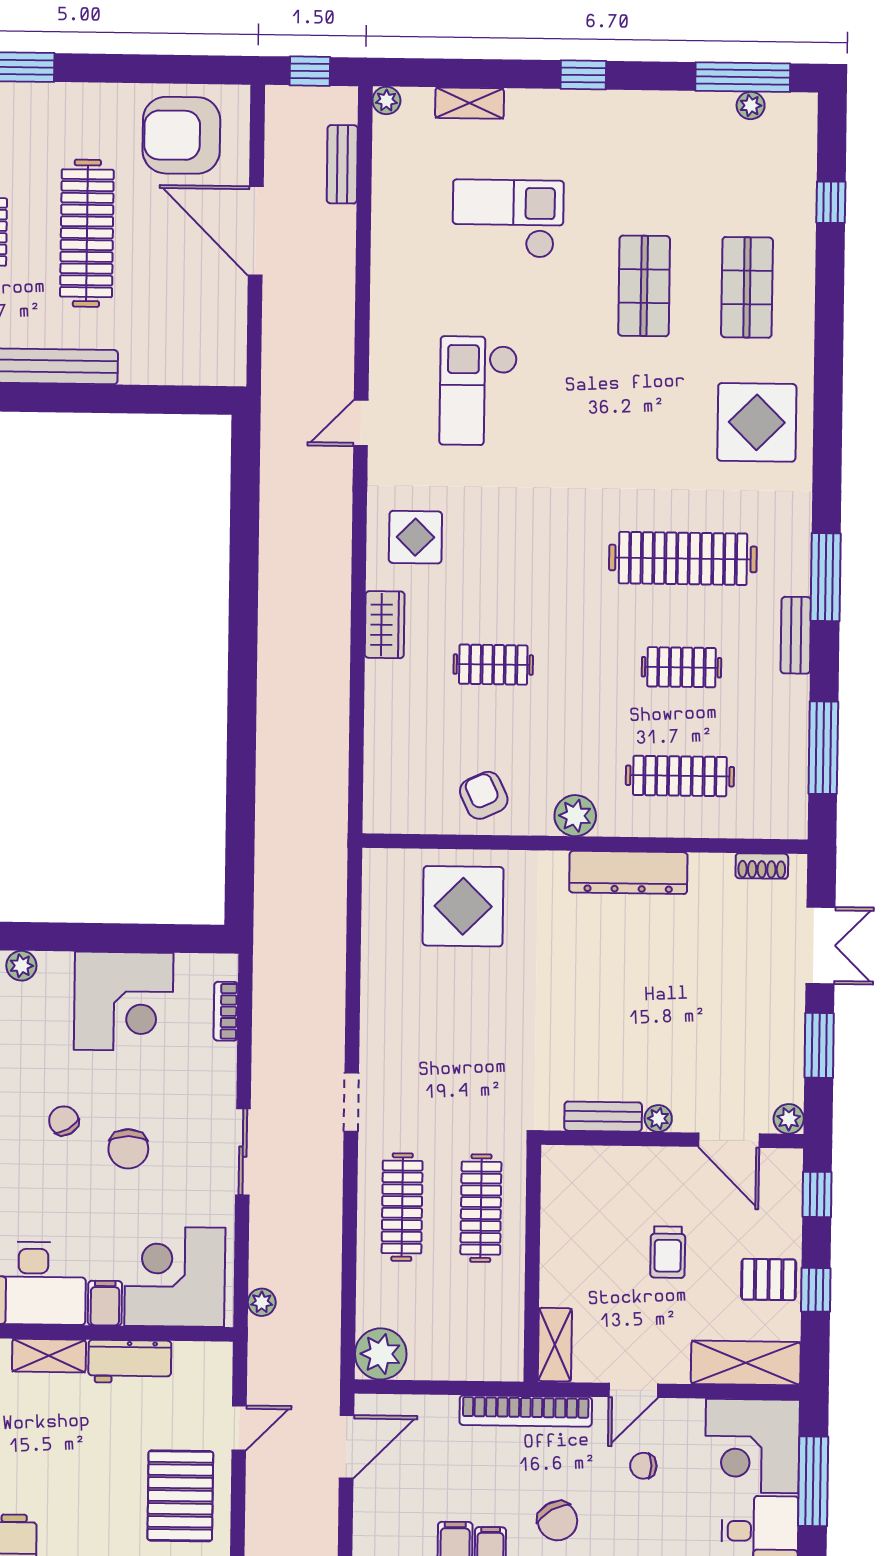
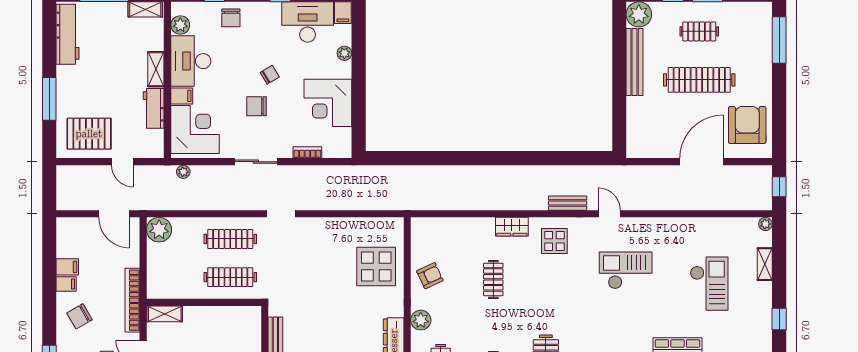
bench: (342, 164) -> (568, 203), moved
bookcase: (226, 1011) -> (307, 152), moved

